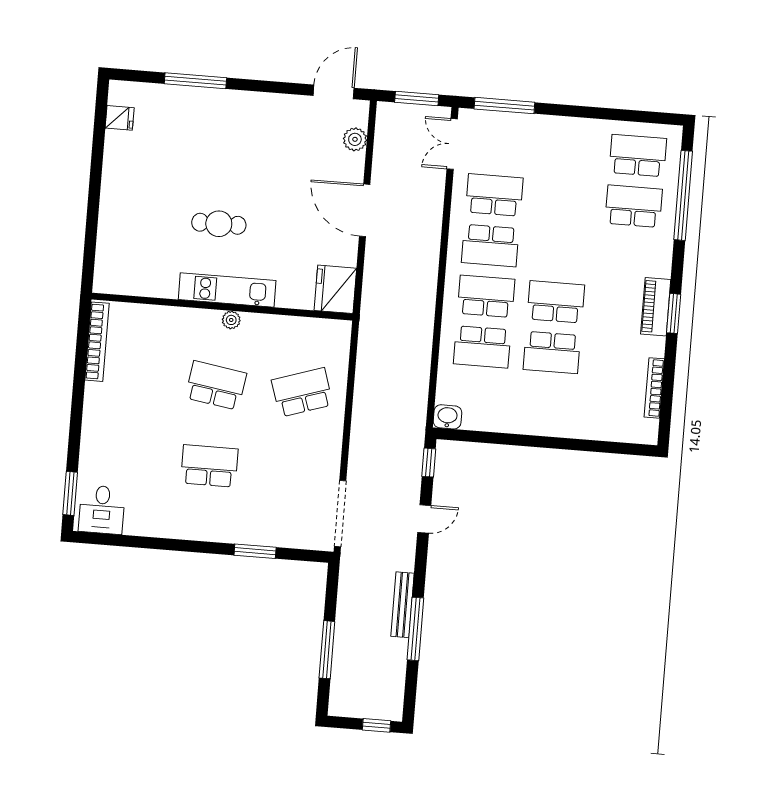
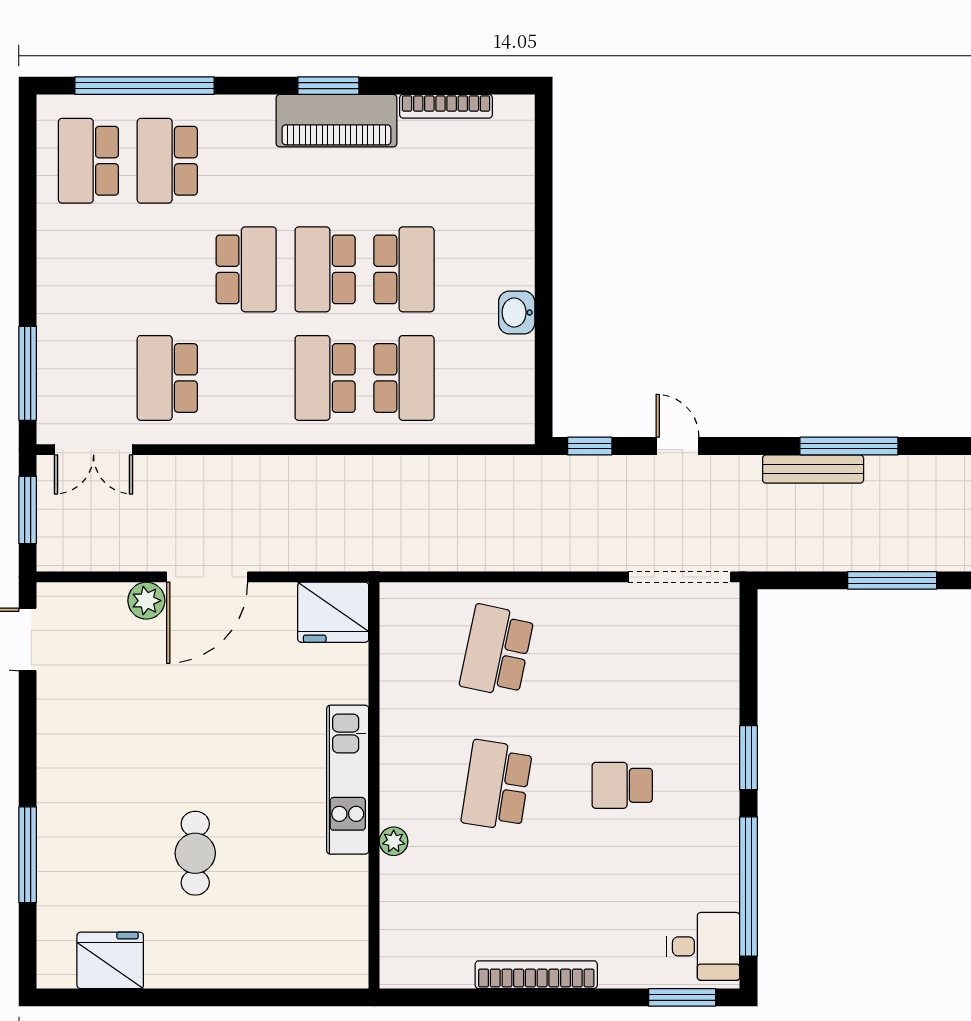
fridge: (120, 118) -> (110, 960), width x1.88, depth x1.34
plant: (355, 139) -> (146, 601), moved
cafe table: (219, 224) -> (195, 853), moved
school desk: (490, 246) -> (246, 269), moved
piano: (656, 307) -> (336, 121), width x1.37, depth x1.33
plant: (231, 320) -> (394, 841), moved
bookcase: (97, 342) -> (536, 975), moved
school desk: (302, 392) -> (497, 651), turned 30
washbasin: (447, 417) -> (517, 312), moved
school desk: (209, 466) -> (622, 785), width x0.54
window: (138, 542) -> (749, 886), added
window: (255, 551) -> (749, 758), moved

